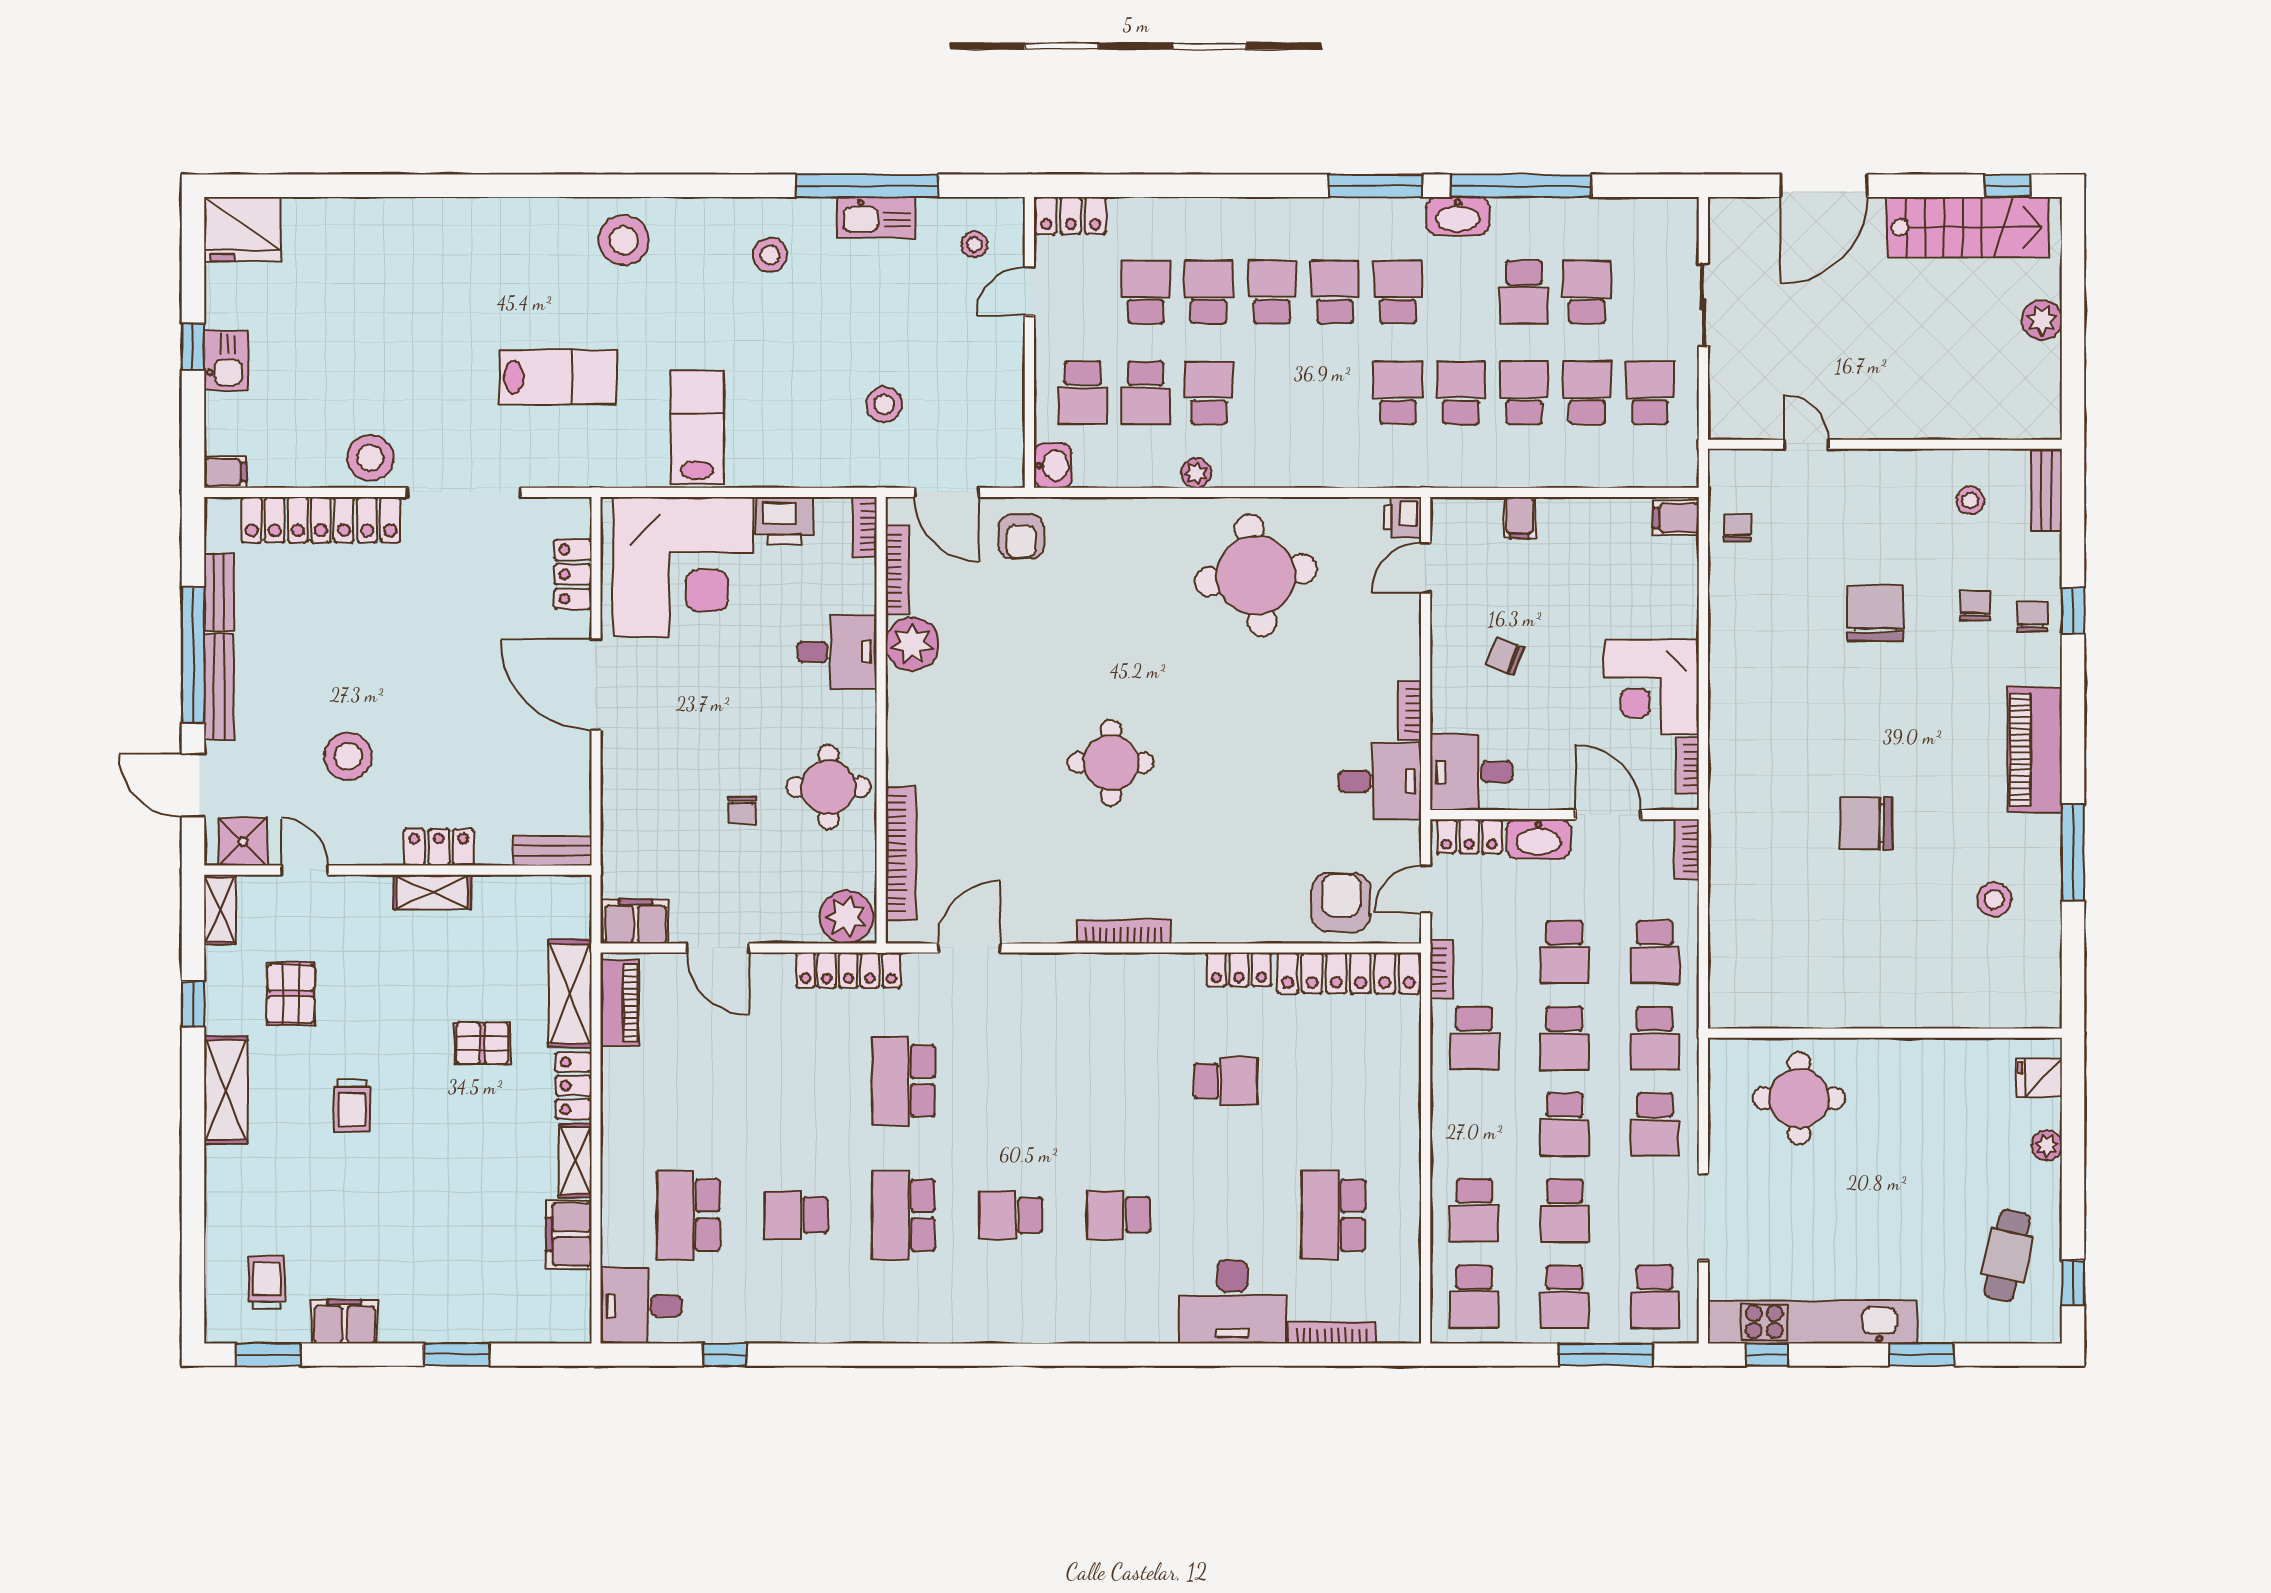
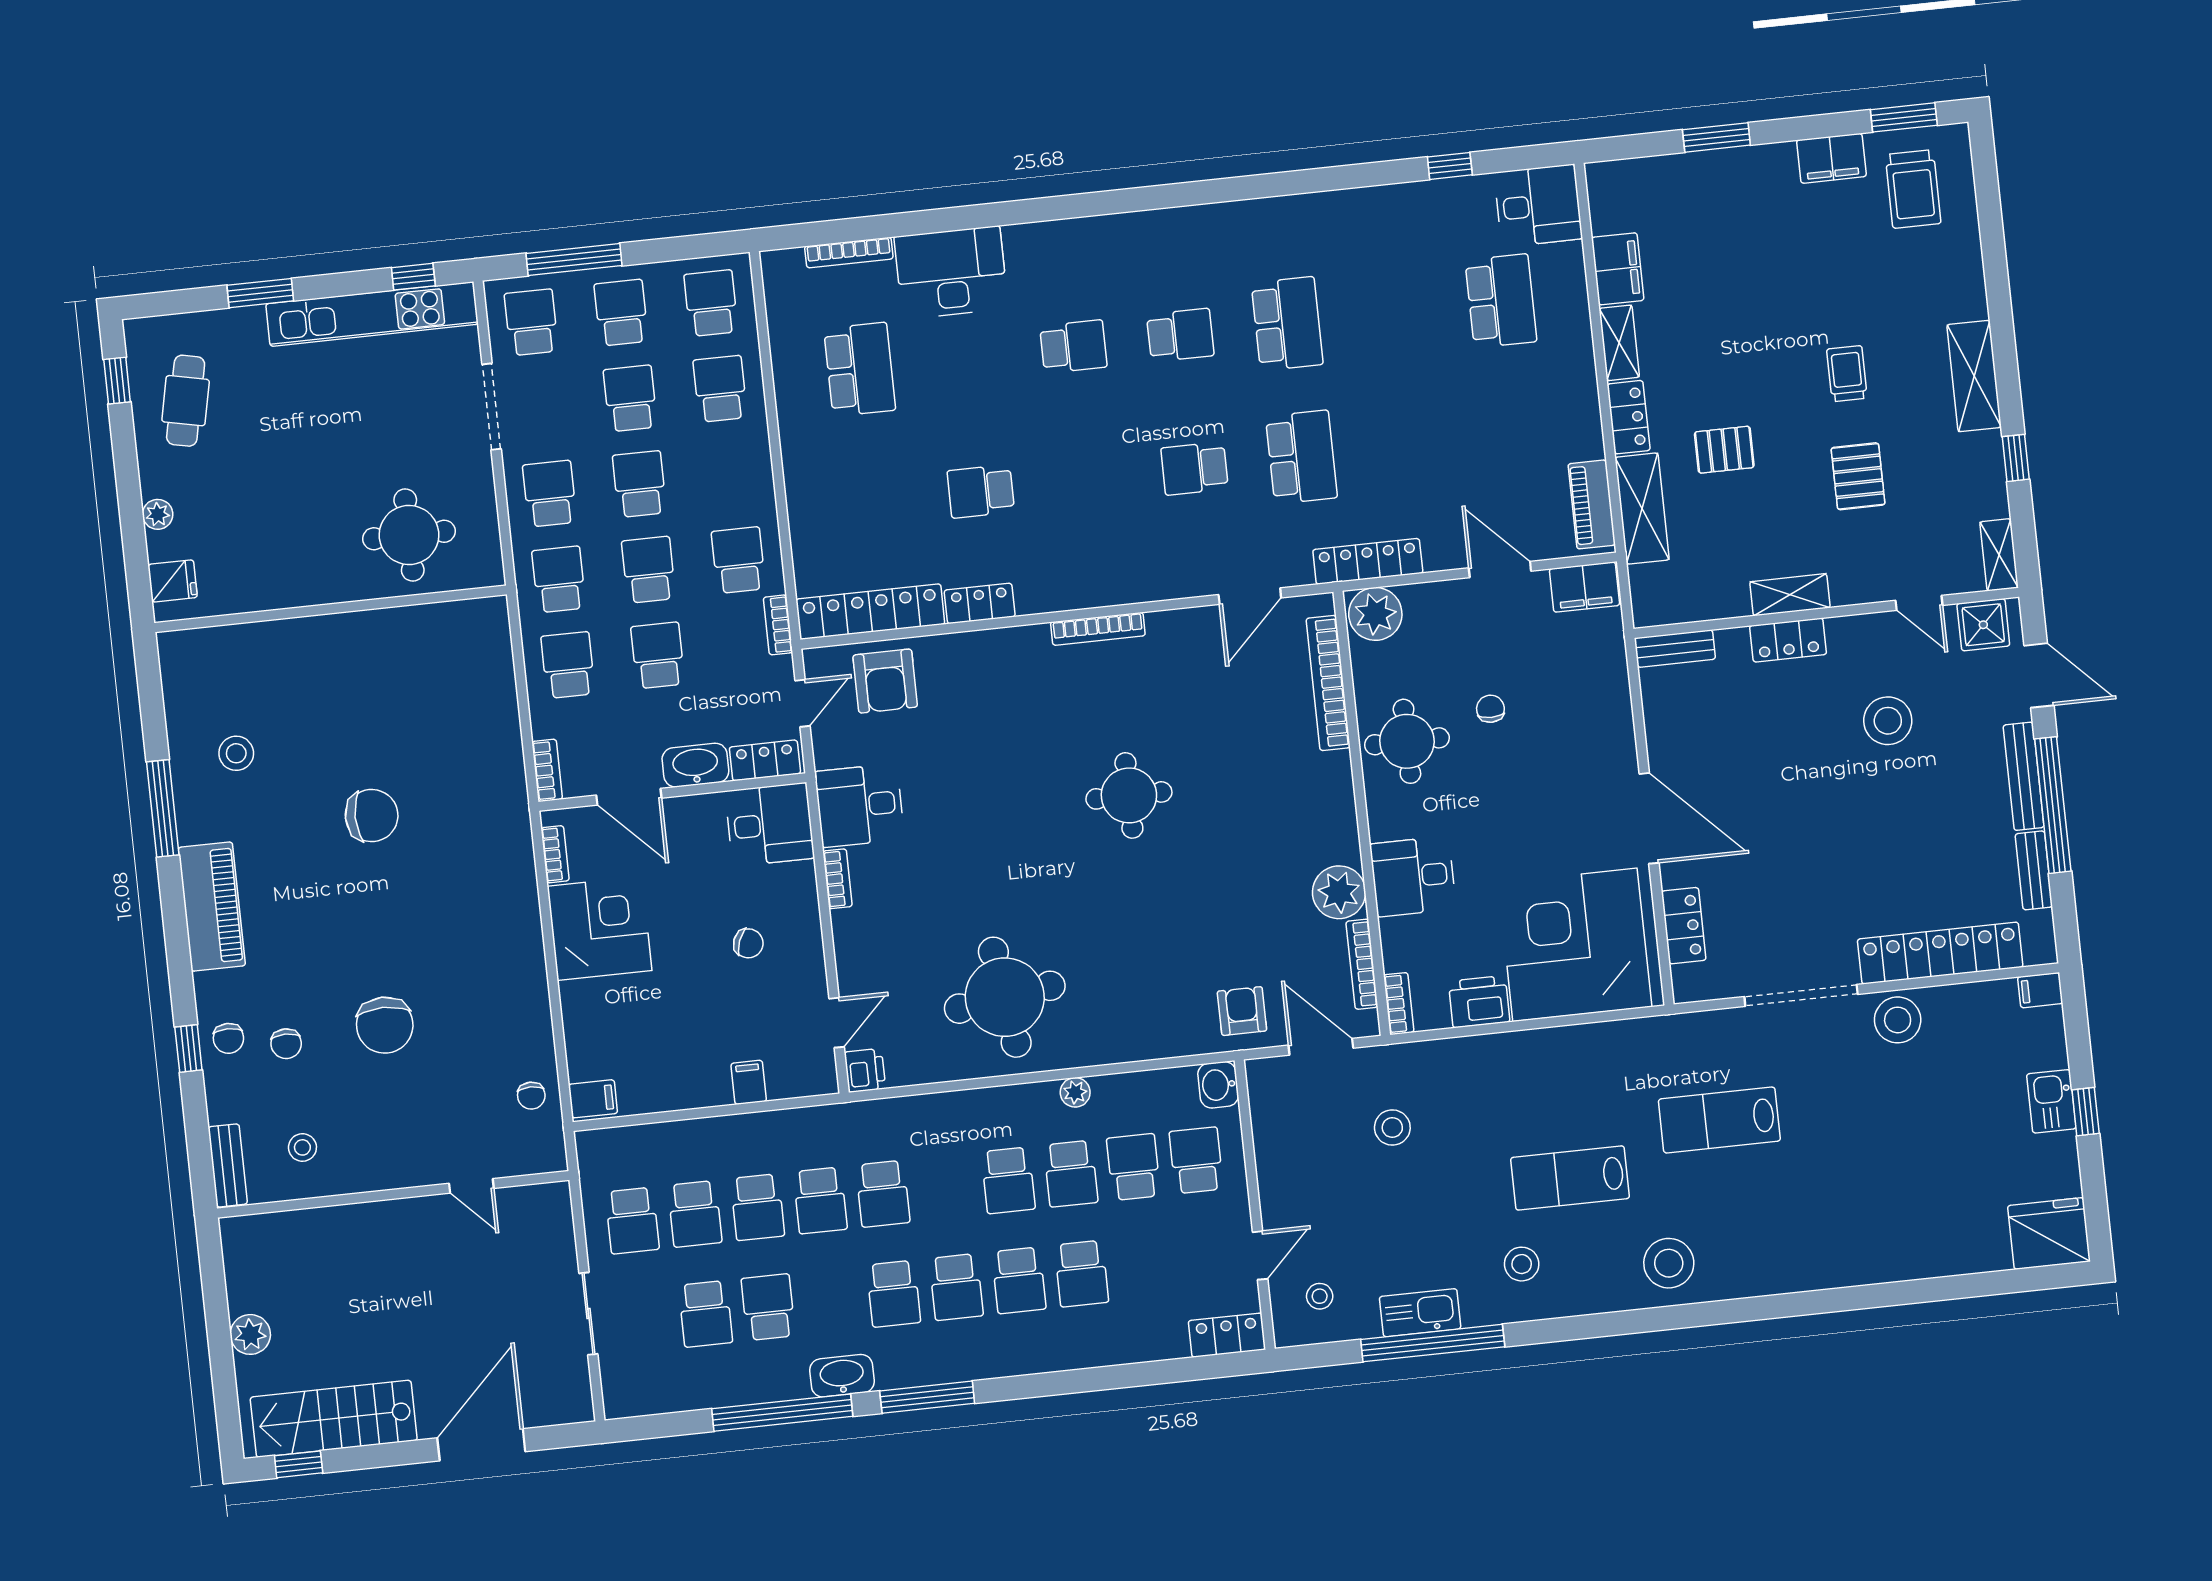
school desk: (1146, 292) -> (1008, 1180), moved
lab bench: (697, 427) -> (1570, 1178), moved, turned 90
pallet: (290, 994) -> (1858, 476), moved
school desk: (796, 1215) -> (1195, 468), moved, turned 180
trolley: (267, 1282) -> (1913, 189), width x1.36, depth x1.39

